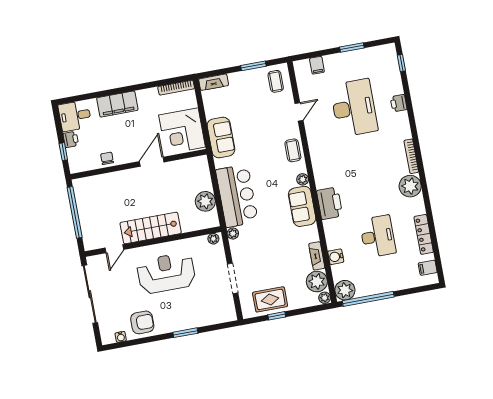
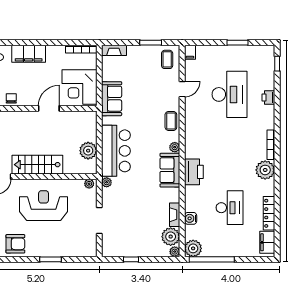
filing cabinet: (317, 65) -> (190, 52), moved
filing cabinet: (428, 268) -> (267, 242), width x2.00
rug: (270, 299) -> (128, 244), removed

